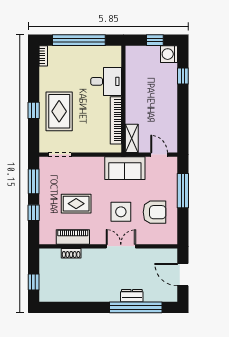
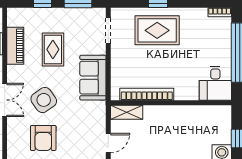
desk: (106, 81) -> (215, 83), moved
sofa: (125, 168) -> (93, 78), moved
side table: (121, 212) -> (44, 100), turned -35

